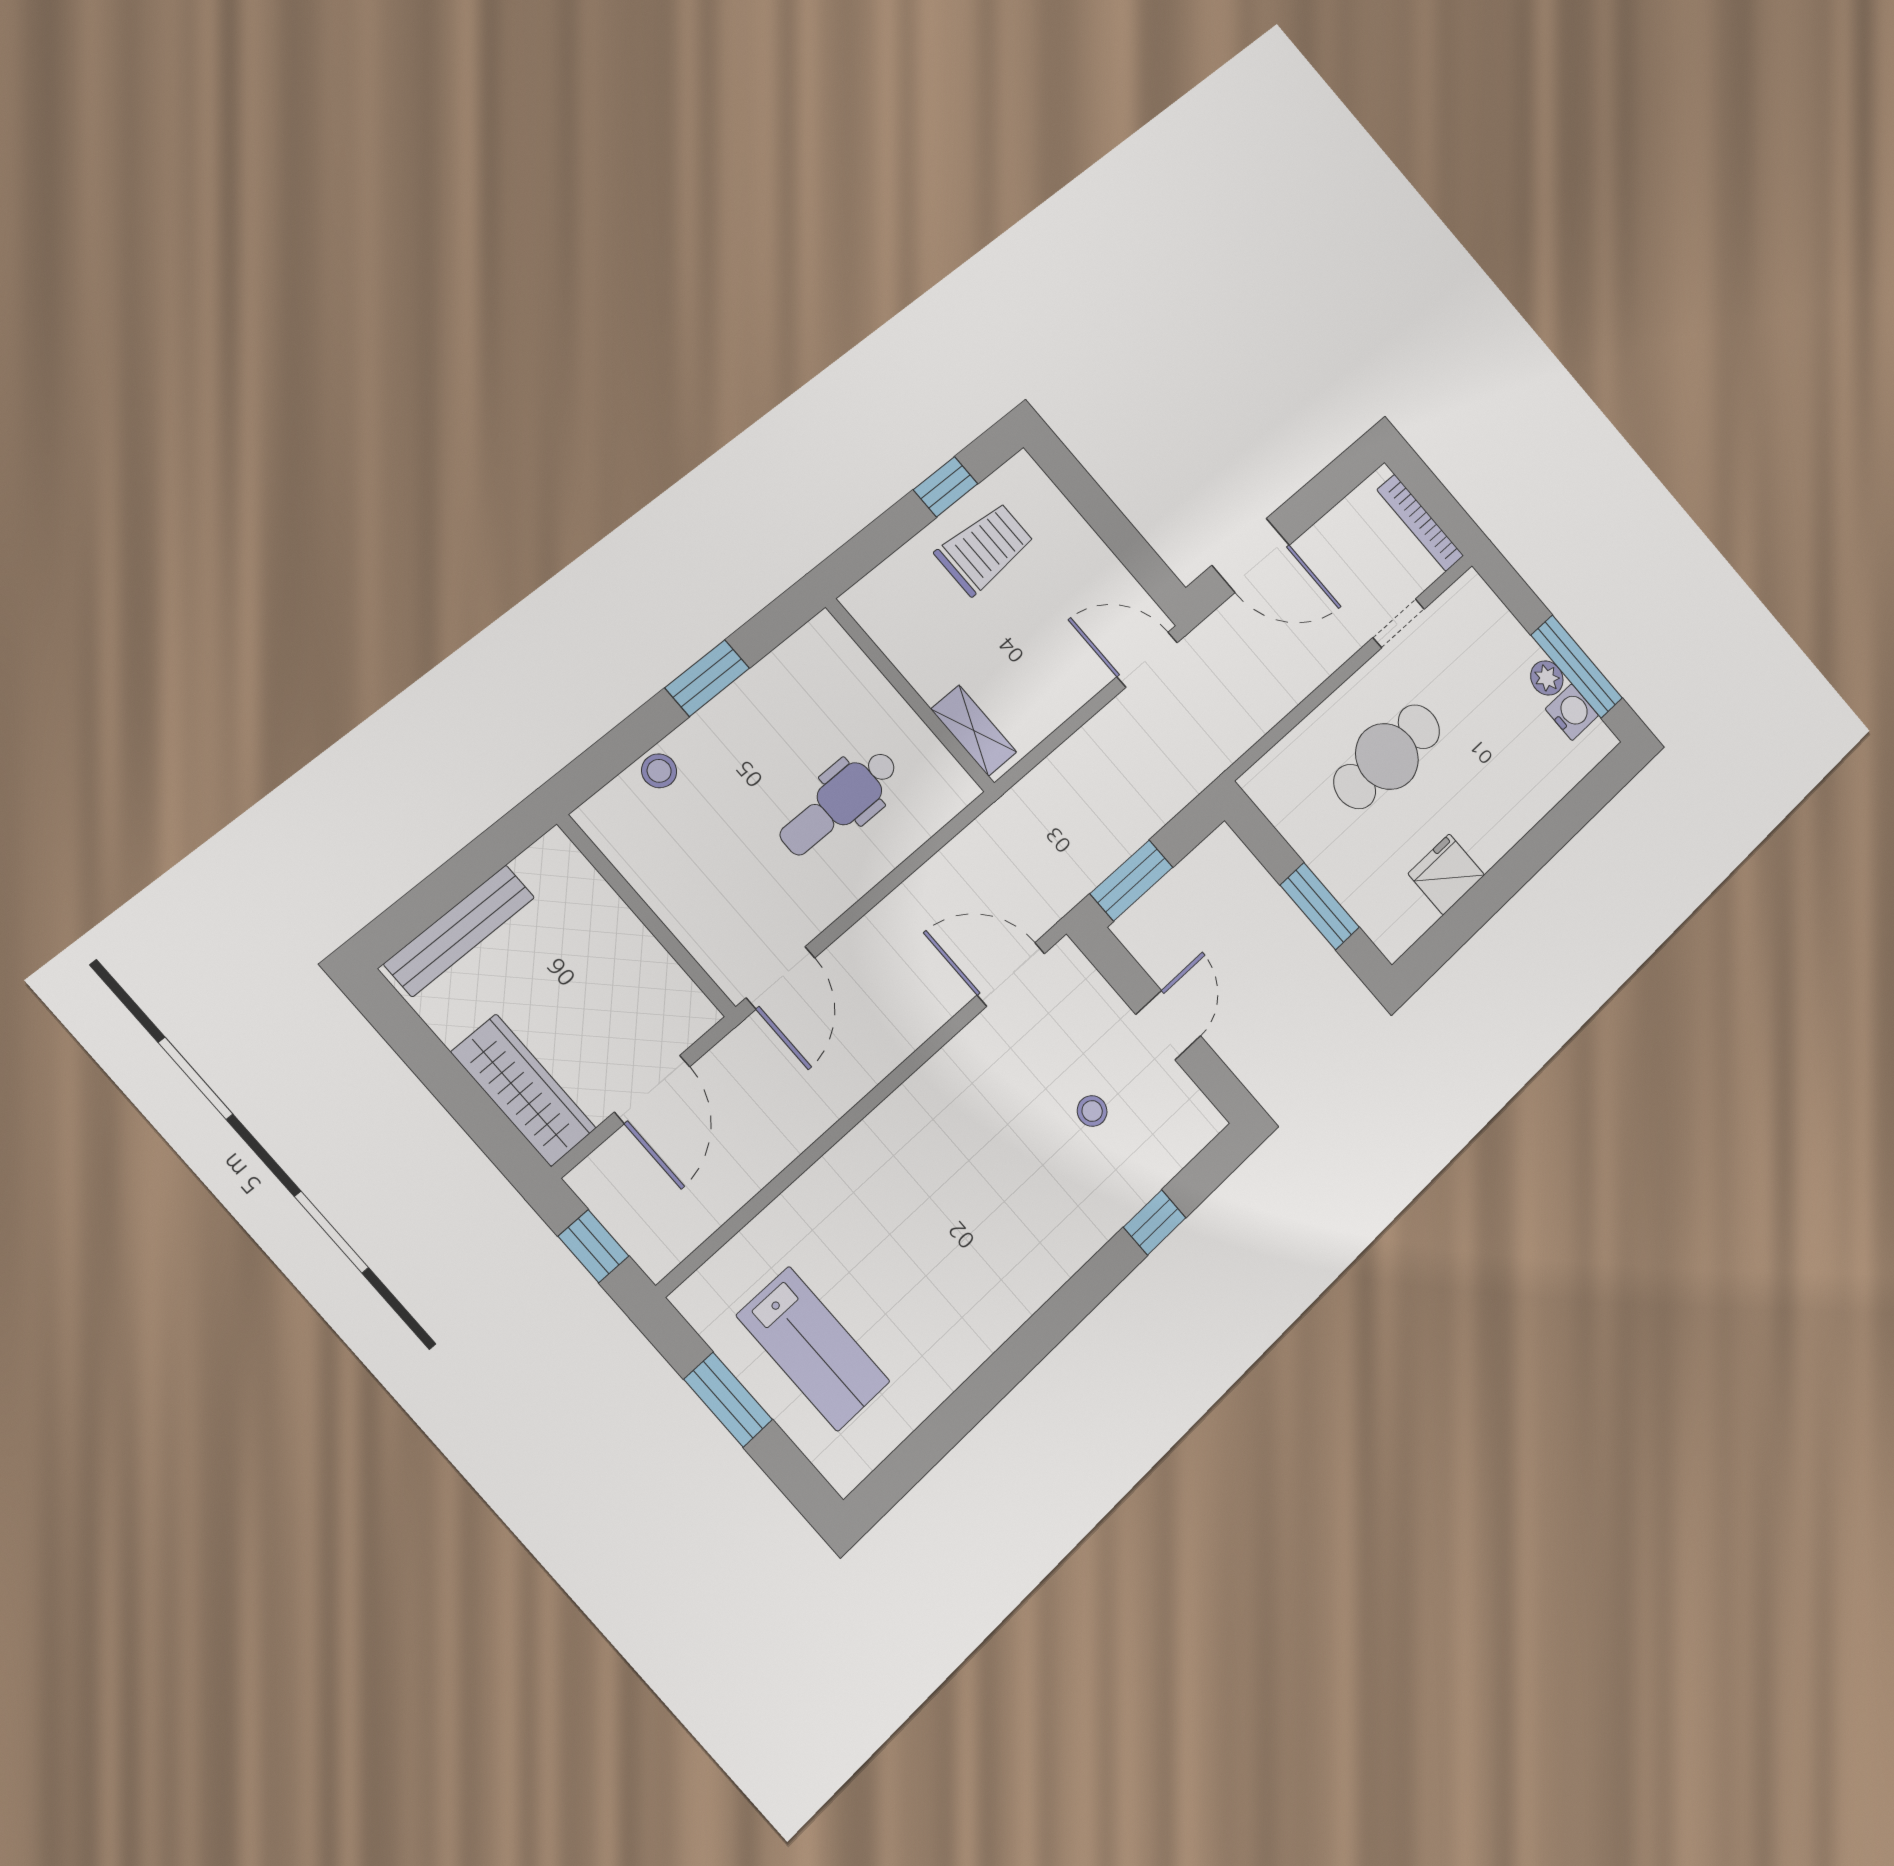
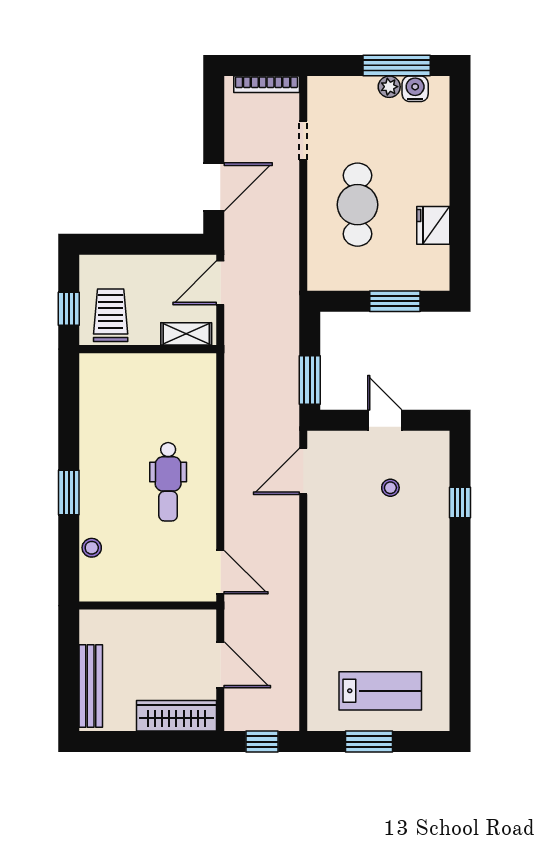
wall: (910, 695) -> (148, 349), moved
shelving: (974, 731) -> (186, 334), moved

